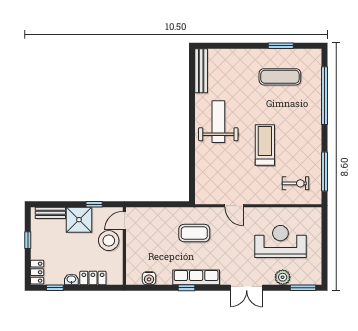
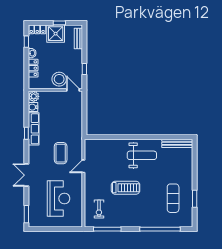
shower: (79, 220) -> (56, 34), moved
coffee table: (194, 233) -> (61, 153), moved
row of seats: (196, 277) -> (34, 129), moved
plant: (283, 277) -> (34, 96), moved

